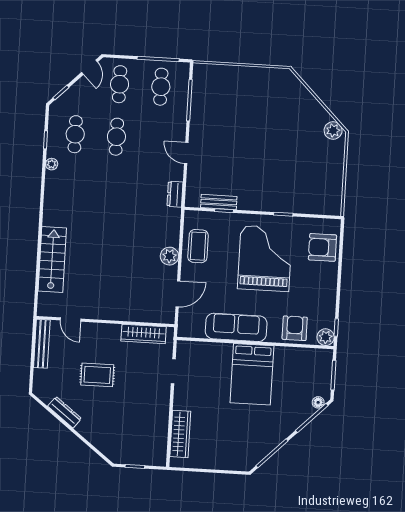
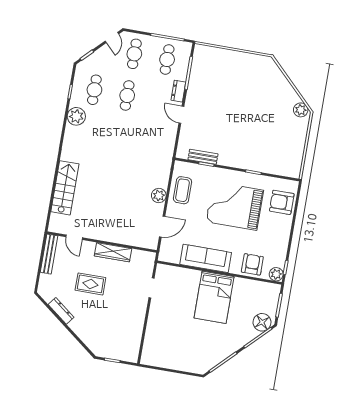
plant: (52, 164) -> (76, 116), width x1.88, depth x1.88
dresser: (175, 194) -> (178, 91), moved
grand piano: (265, 258) -> (235, 206), turned -90
wardrobe: (144, 334) -> (113, 252), moved
floor lamp: (318, 402) -> (262, 322), width x1.89, depth x1.89
wardrobe: (180, 434) -> (151, 339), removed

